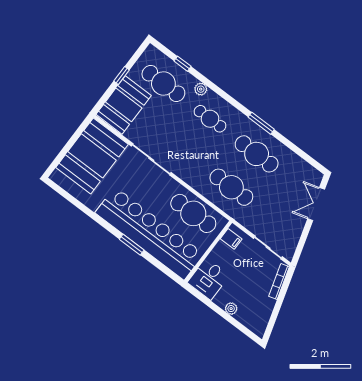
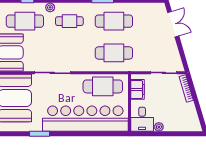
double door: (316, 204) -> (173, 24), swing flipped
filing cabinet: (231, 239) -> (137, 89), width x2.00
window: (132, 245) -> (39, 134), moved
plant: (231, 309) -> (159, 127), moved

